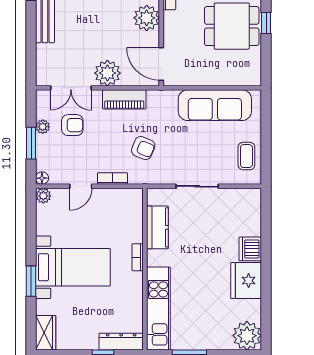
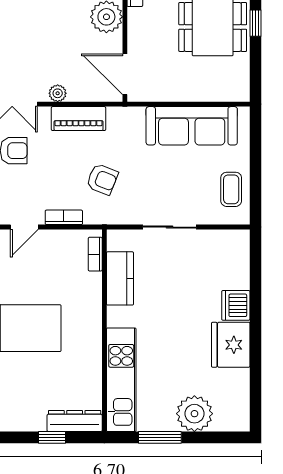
plant: (107, 73) -> (58, 93), width x0.53, depth x0.53
bookcase: (138, 257) -> (95, 254), moved
plant: (247, 336) -> (194, 414), moved

